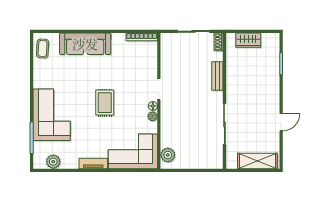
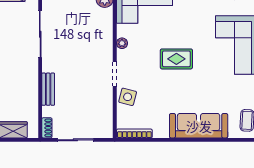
side table: (148, 69) -> (128, 97), added
rug: (105, 103) -> (176, 59), turned 90
floor lamp: (153, 106) -> (122, 55), removed

